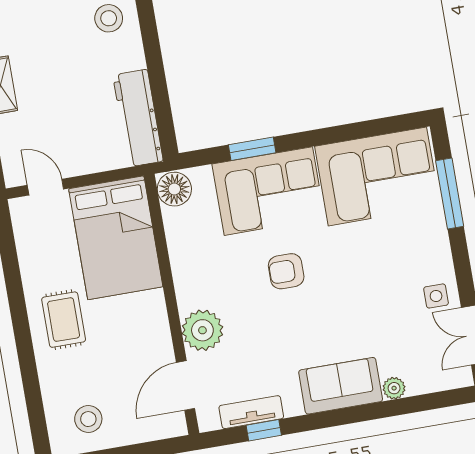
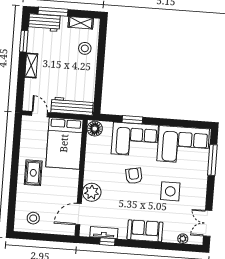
workbench: (138, 118) -> (72, 106), moved, turned 90
armchair: (286, 271) -> (134, 176), turned 79
side table: (436, 296) -> (170, 191), moved, width x1.87, depth x1.87
plant: (394, 388) -> (183, 239), moved

